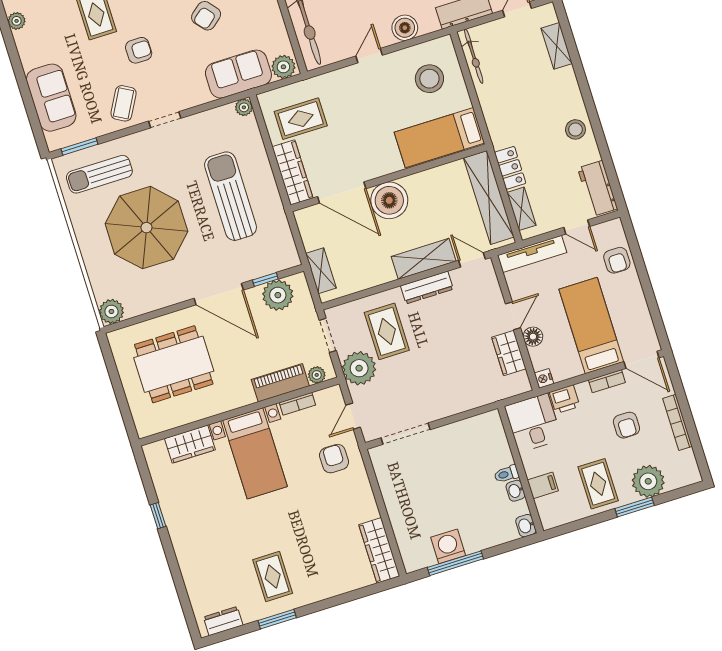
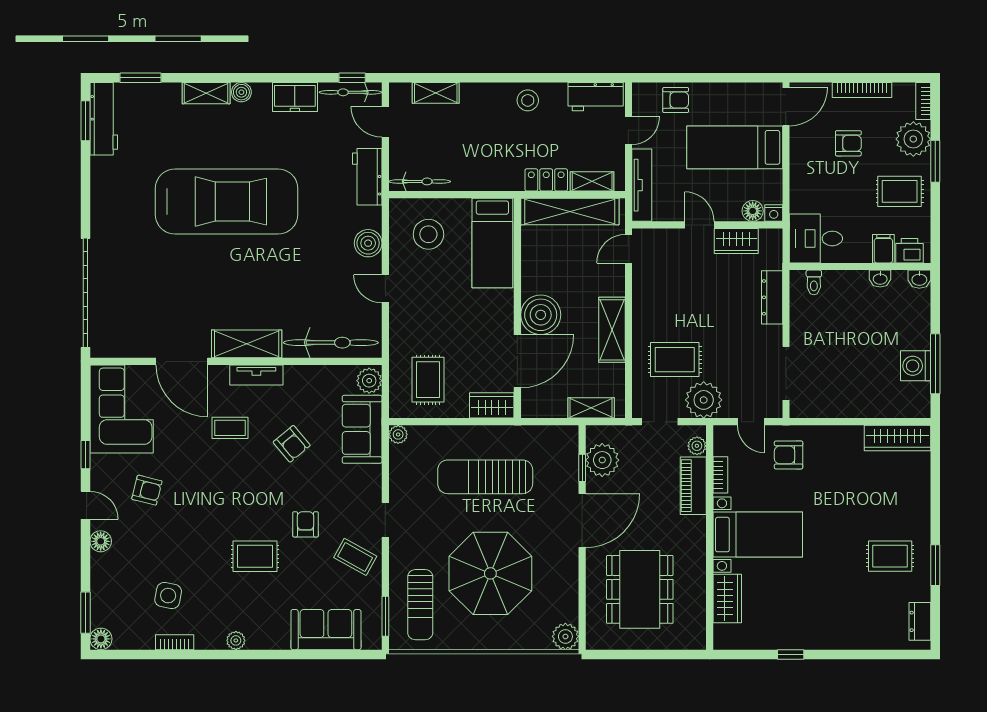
wardrobe: (292, 172) -> (492, 405), width x0.67
shelving: (424, 259) -> (612, 330), moved
dresser: (427, 287) -> (772, 297), moved, turned 180
floor lamp: (533, 337) -> (753, 211), moved
bookcase: (607, 381) -> (923, 101), moved, turned 180
printer: (565, 399) -> (910, 251), moved, turned -90
toilet: (507, 474) -> (814, 282), moved

